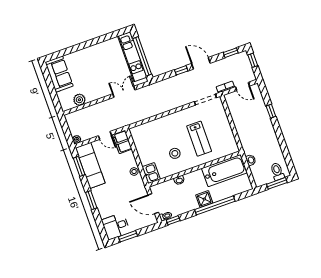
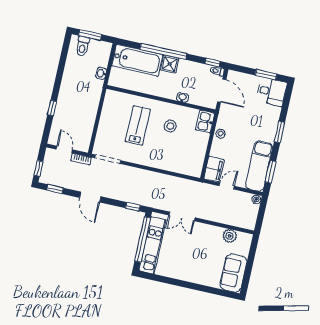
window: (181, 70) -> (133, 207), moved
door: (105, 135) -> (227, 186), hinge flipped
bathtub: (224, 171) -> (137, 60), moved, turned 180

